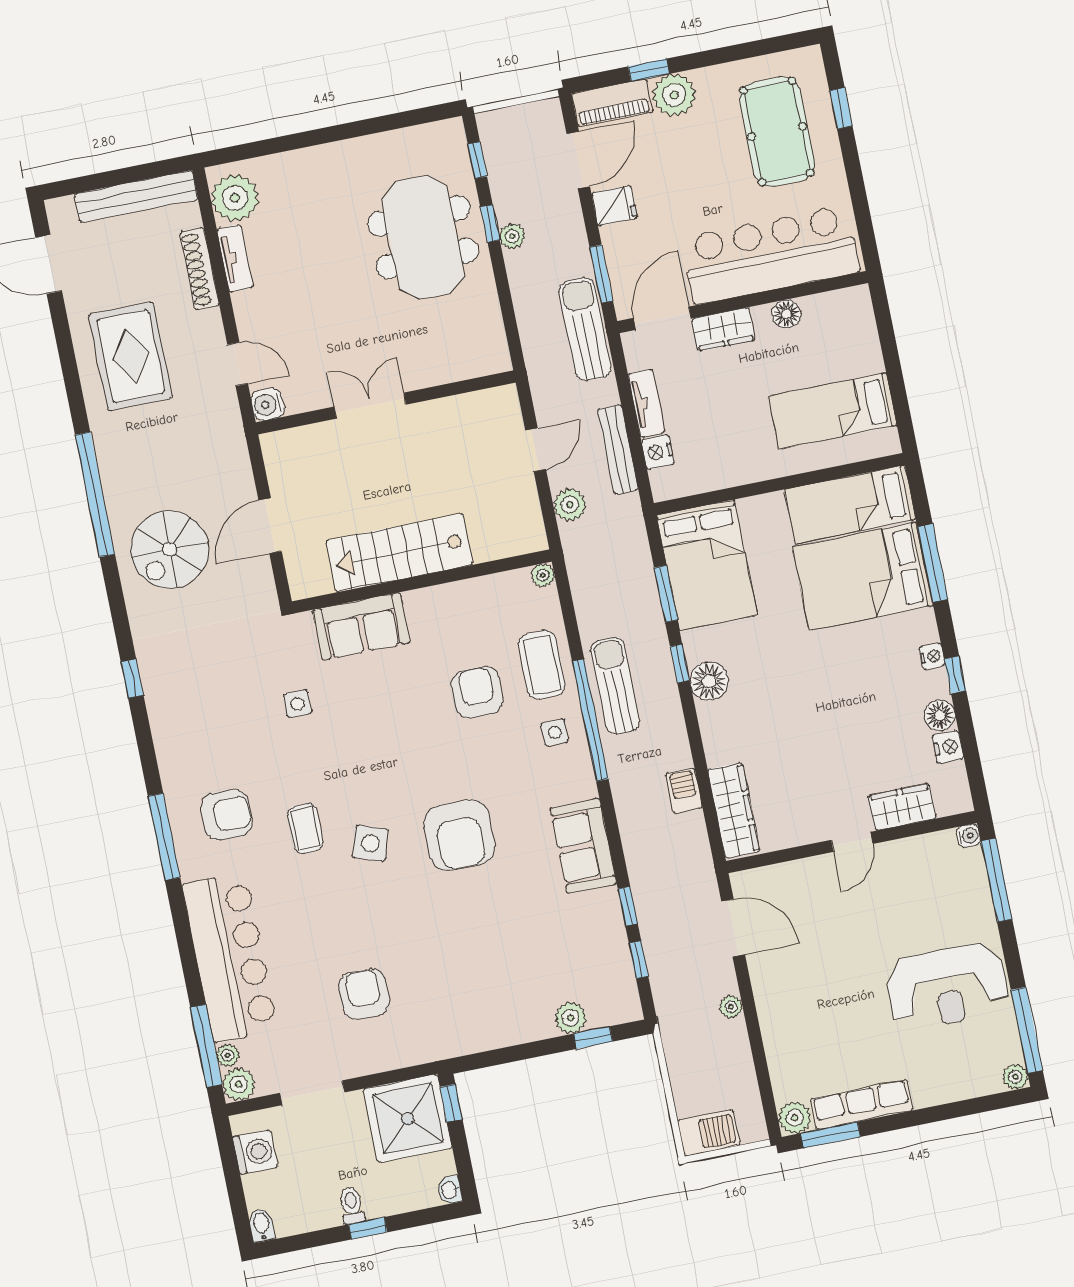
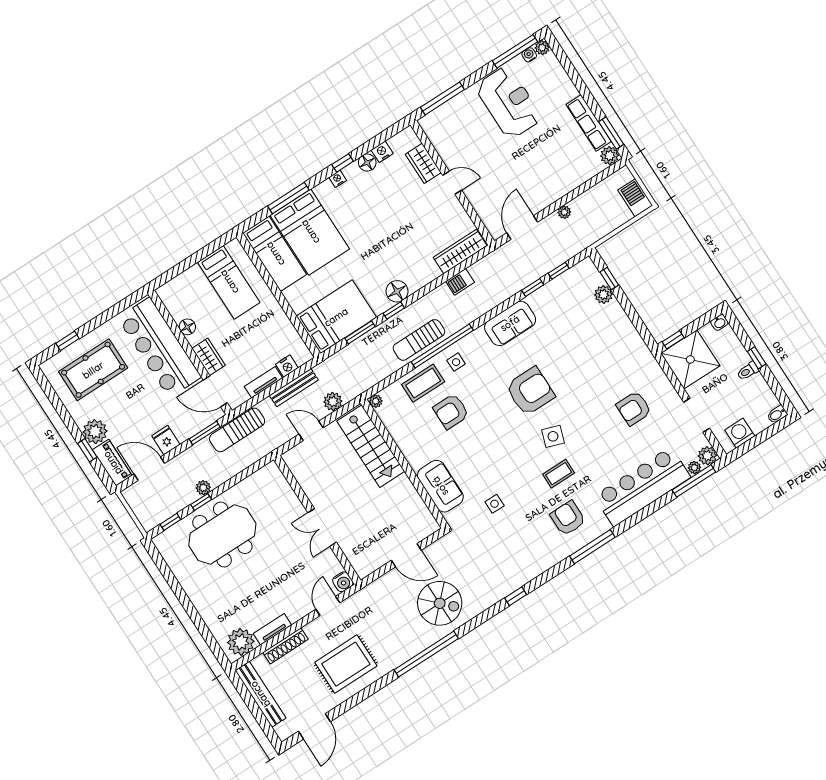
stairs: (399, 553) -> (371, 446), moved
water cooler: (968, 836) -> (529, 55), moved

